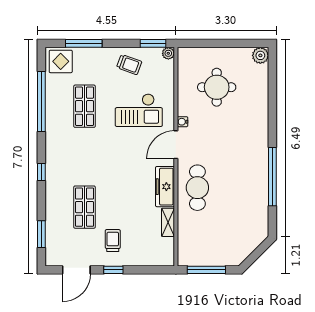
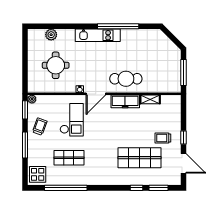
window: (84, 43) -> (25, 145), moved
plant: (260, 55) -> (51, 35), moved
door: (176, 145) -> (96, 94), hinge flipped
kitchen unit: (260, 147) -> (98, 35), added
window: (41, 172) -> (137, 188), moved
shop shelf: (85, 207) -> (140, 158), width x1.43, depth x1.36

